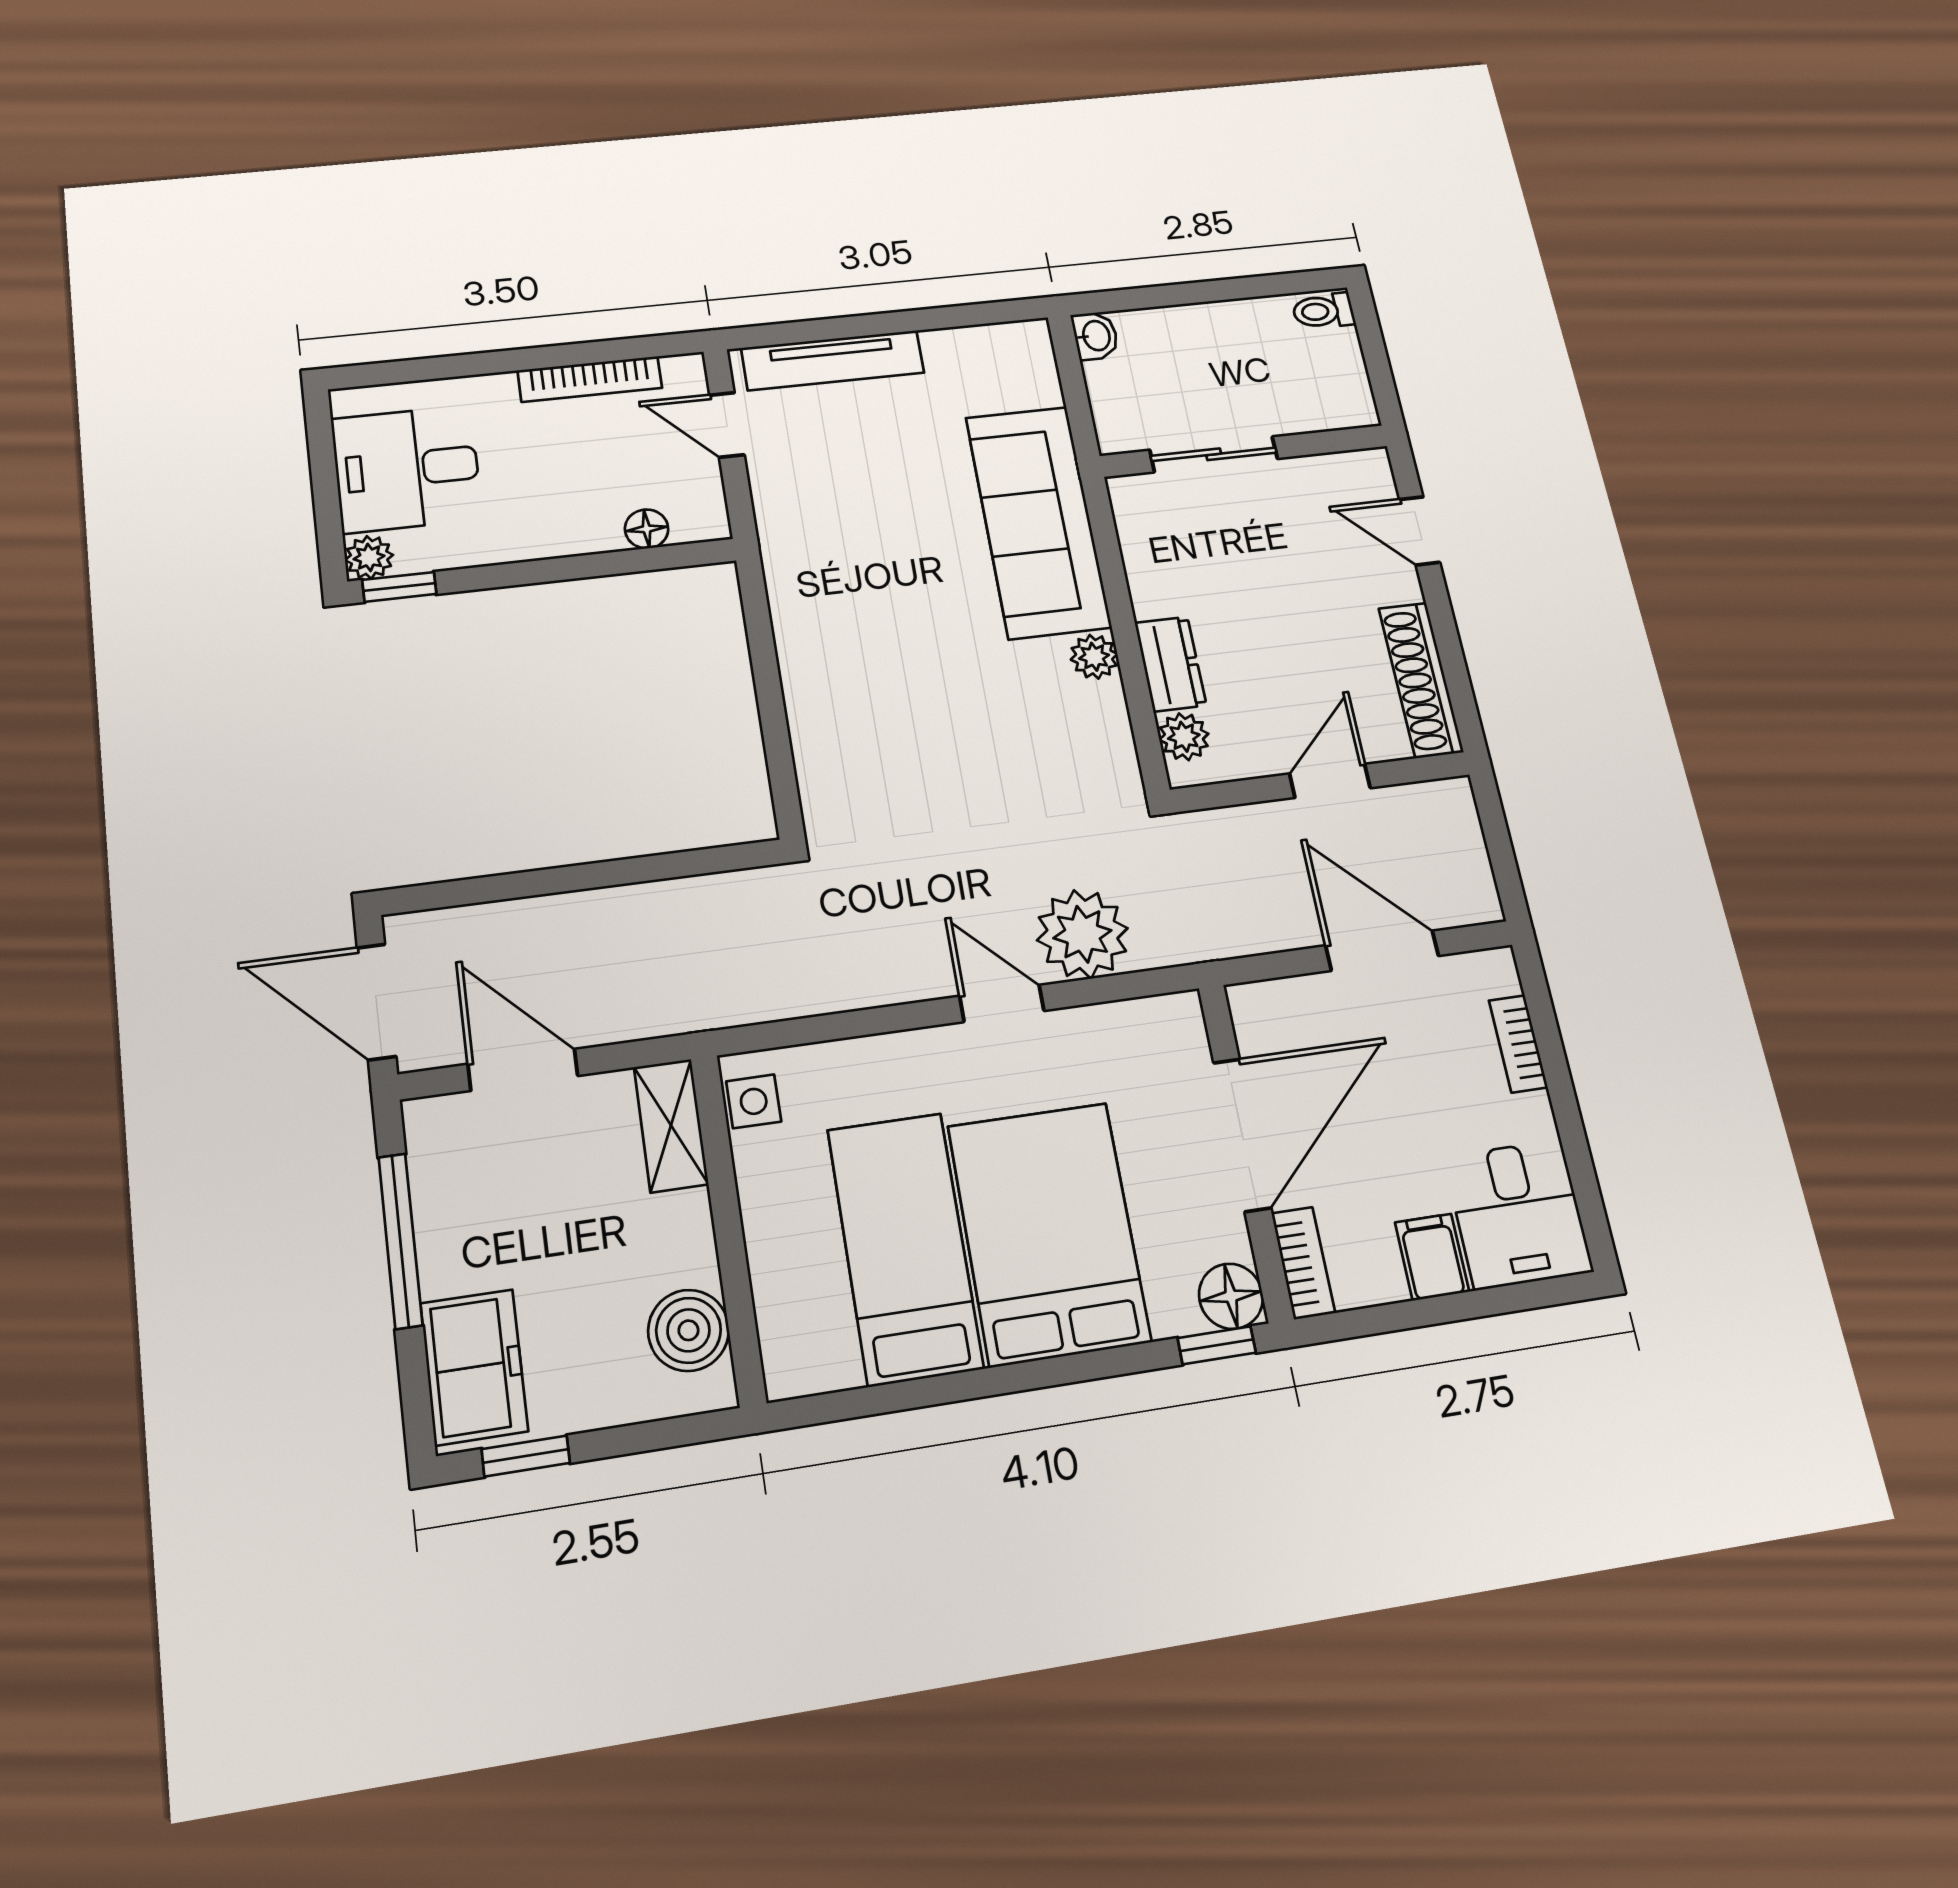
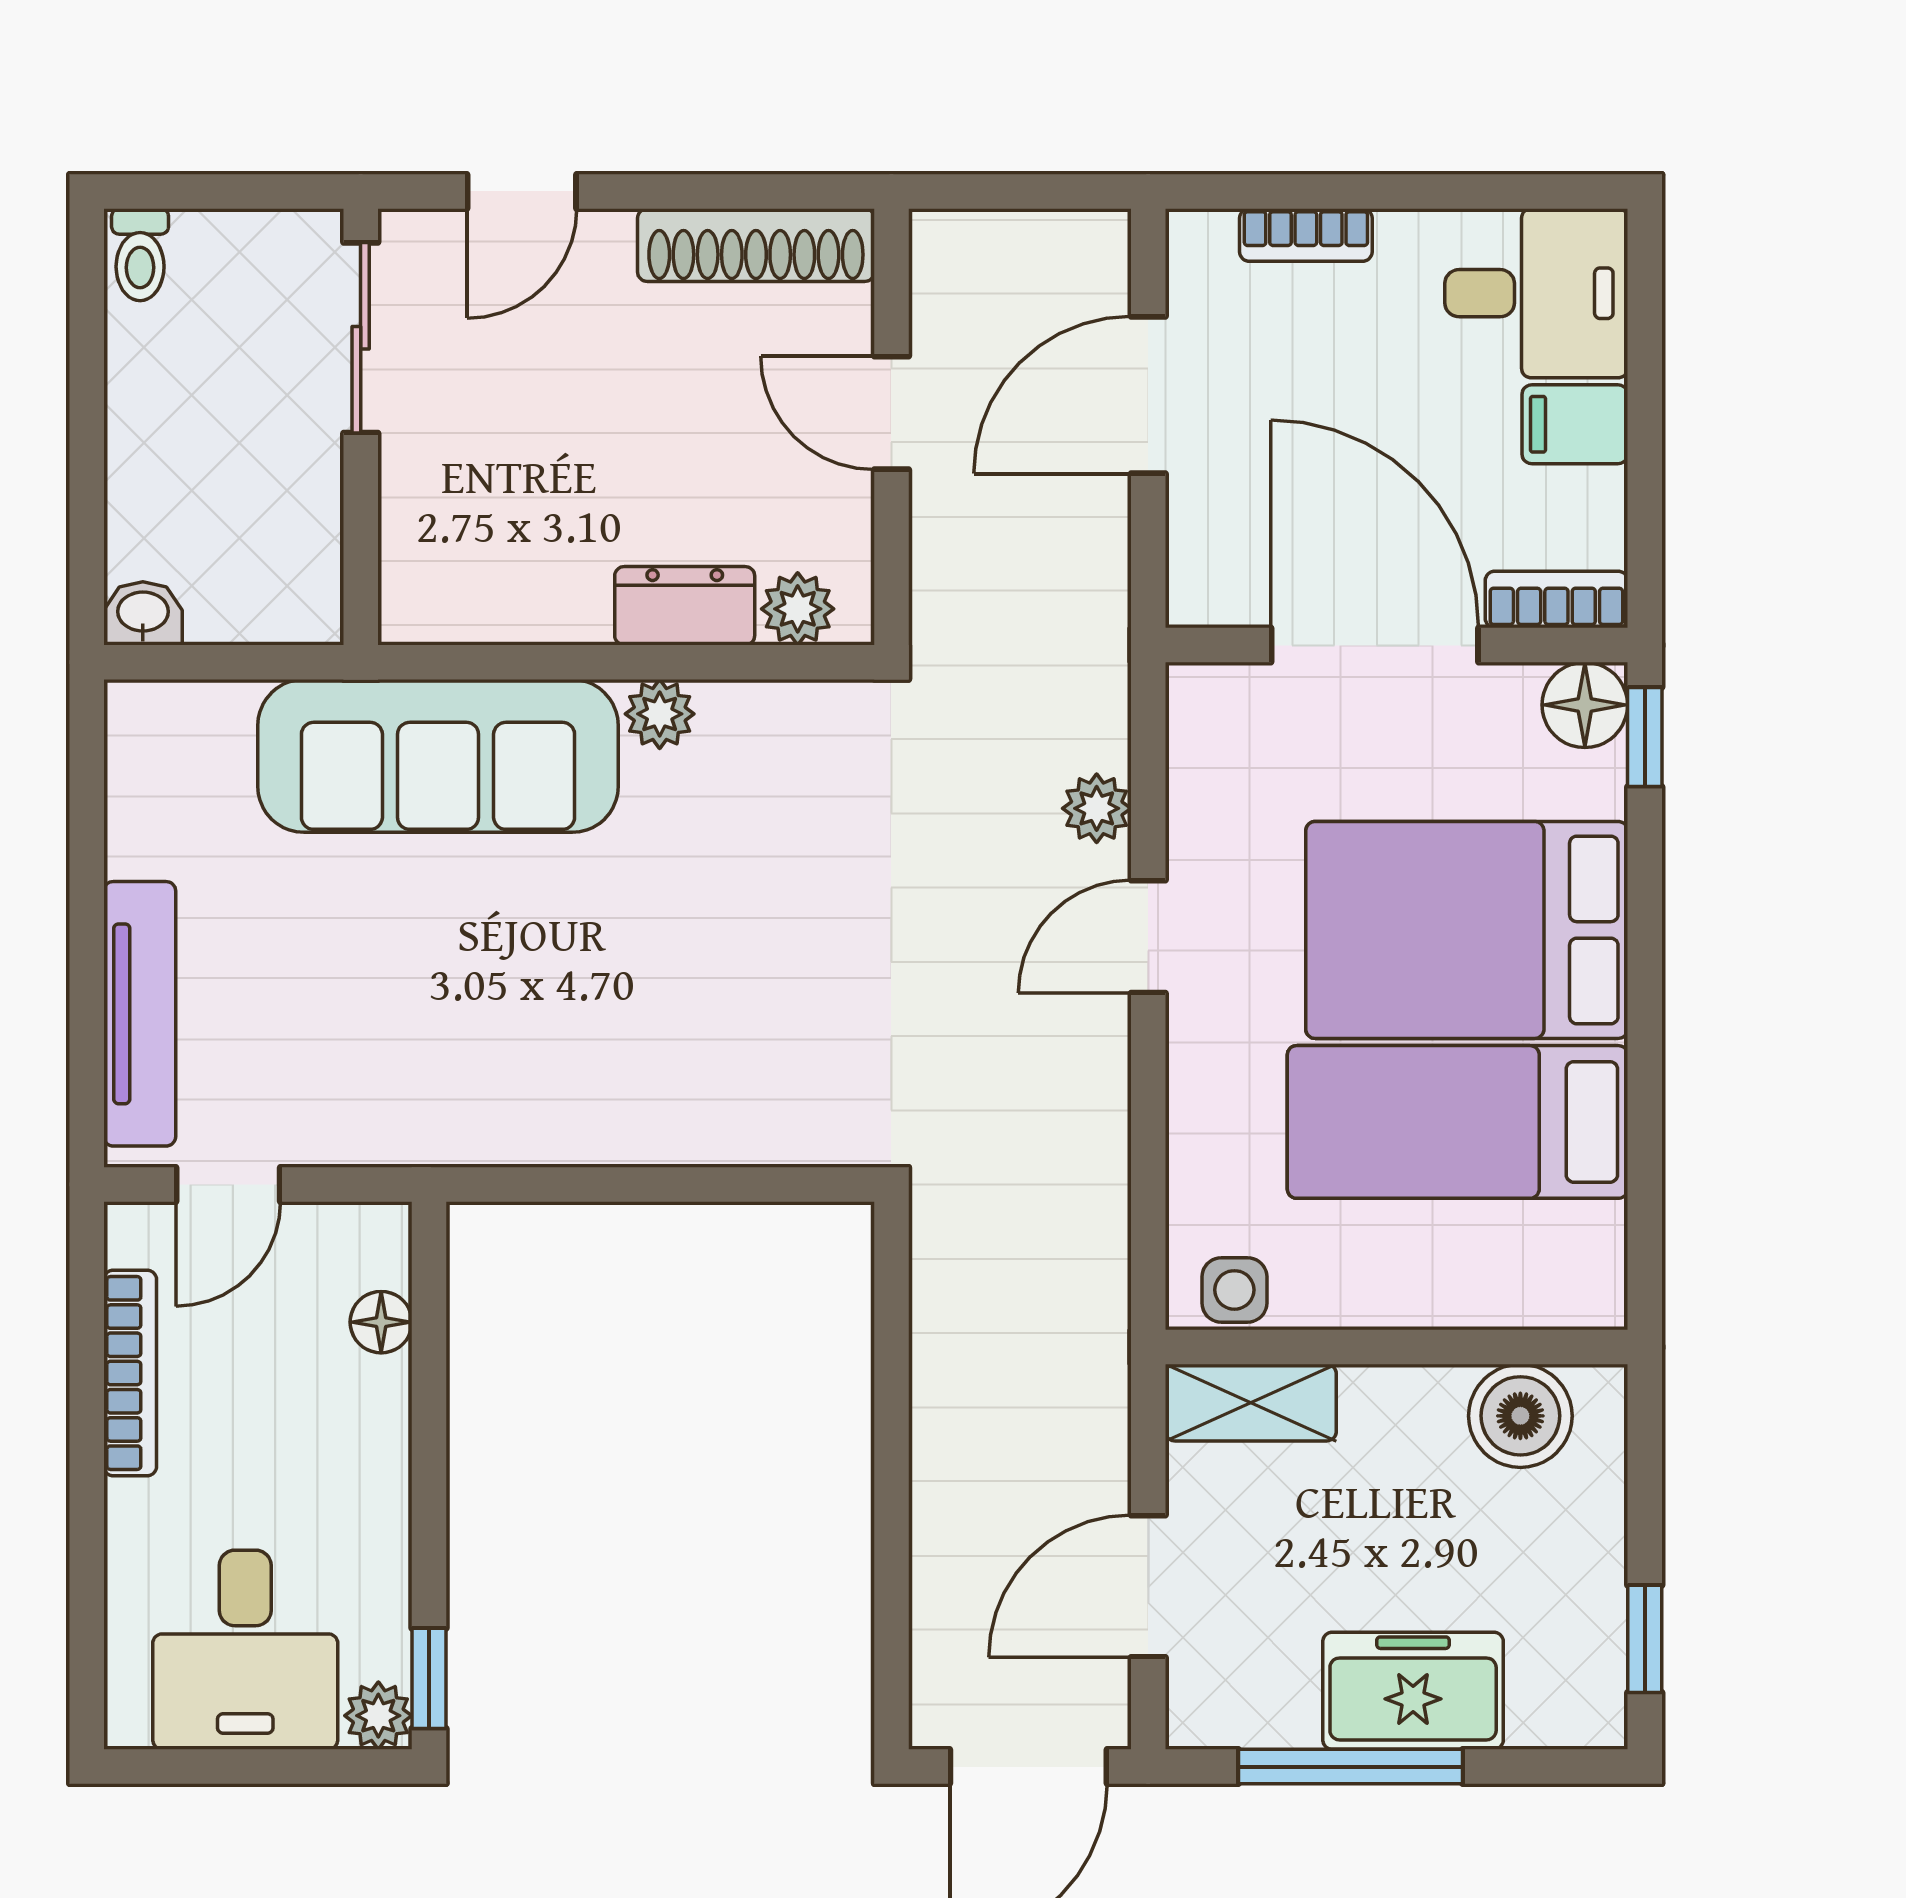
sliding door: (1214, 454) -> (361, 338), moved
plant: (1082, 934) -> (1097, 808), width x0.53, depth x0.53
freezer: (474, 1367) -> (1413, 1691), moved

